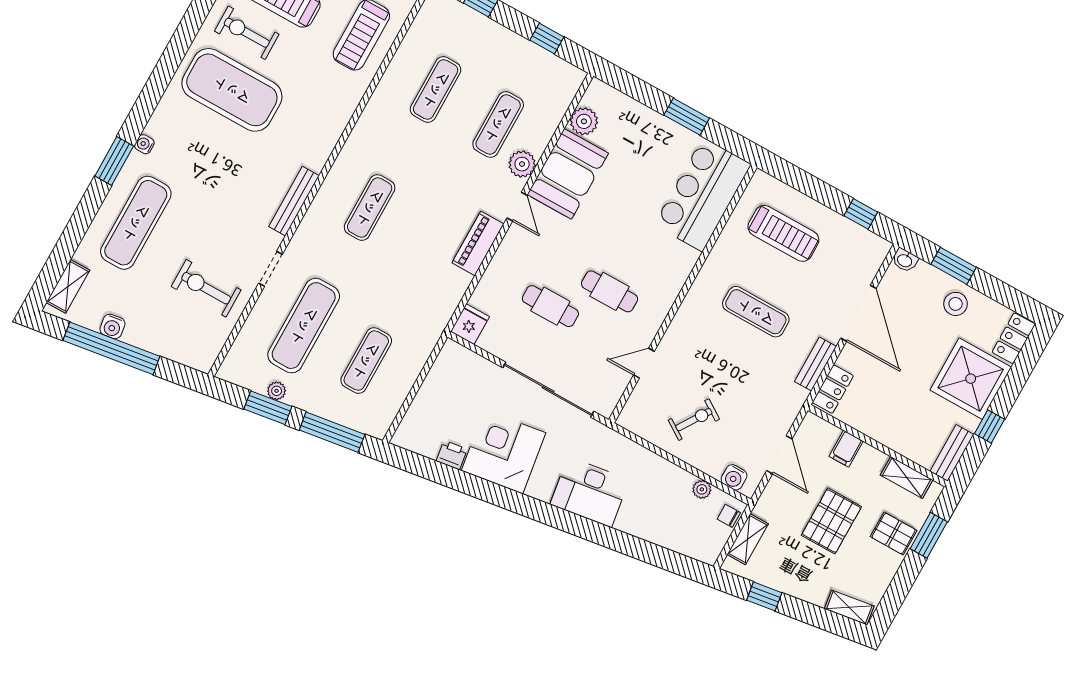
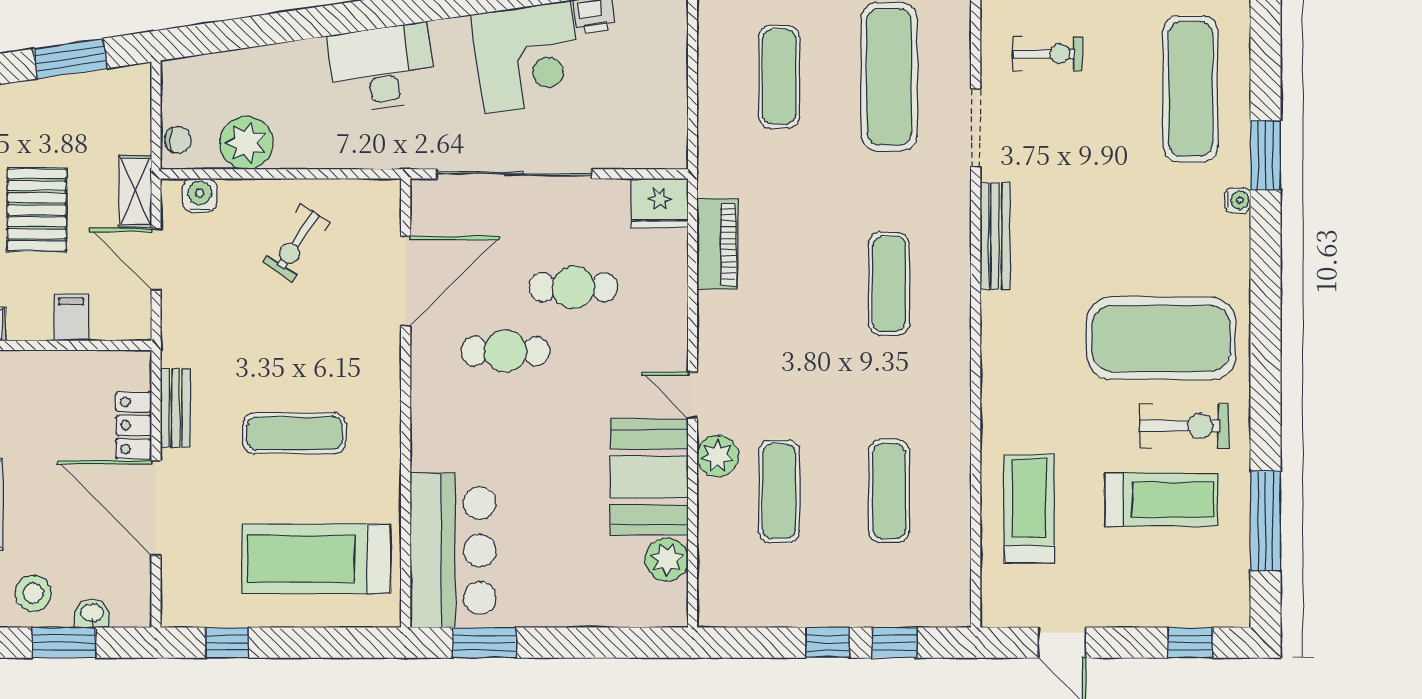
window: (547, 39) -> (828, 643), moved
window: (687, 117) -> (484, 643), moved
treadmill: (783, 233) -> (316, 559), width x1.37, depth x1.37
piano: (478, 243) -> (717, 244), moved
washbasin: (905, 260) -> (92, 614), moved
doorway: (271, 269) -> (976, 128), width x1.38
exercise bike: (206, 288) -> (1047, 54), width x0.73, depth x0.72
fridge: (470, 324) -> (660, 203), width x1.38
door: (644, 363) -> (406, 281), width x1.87
locker: (833, 389) -> (134, 425), moved
plant: (702, 489) -> (246, 143), width x1.88, depth x1.88
shelving: (748, 539) -> (135, 192), moved
window: (764, 596) -> (70, 59), width x1.50

